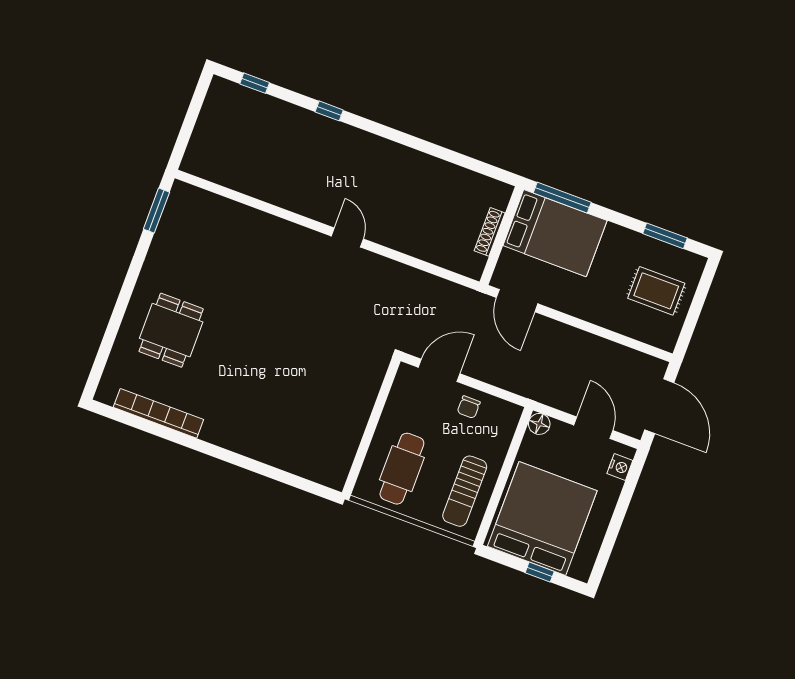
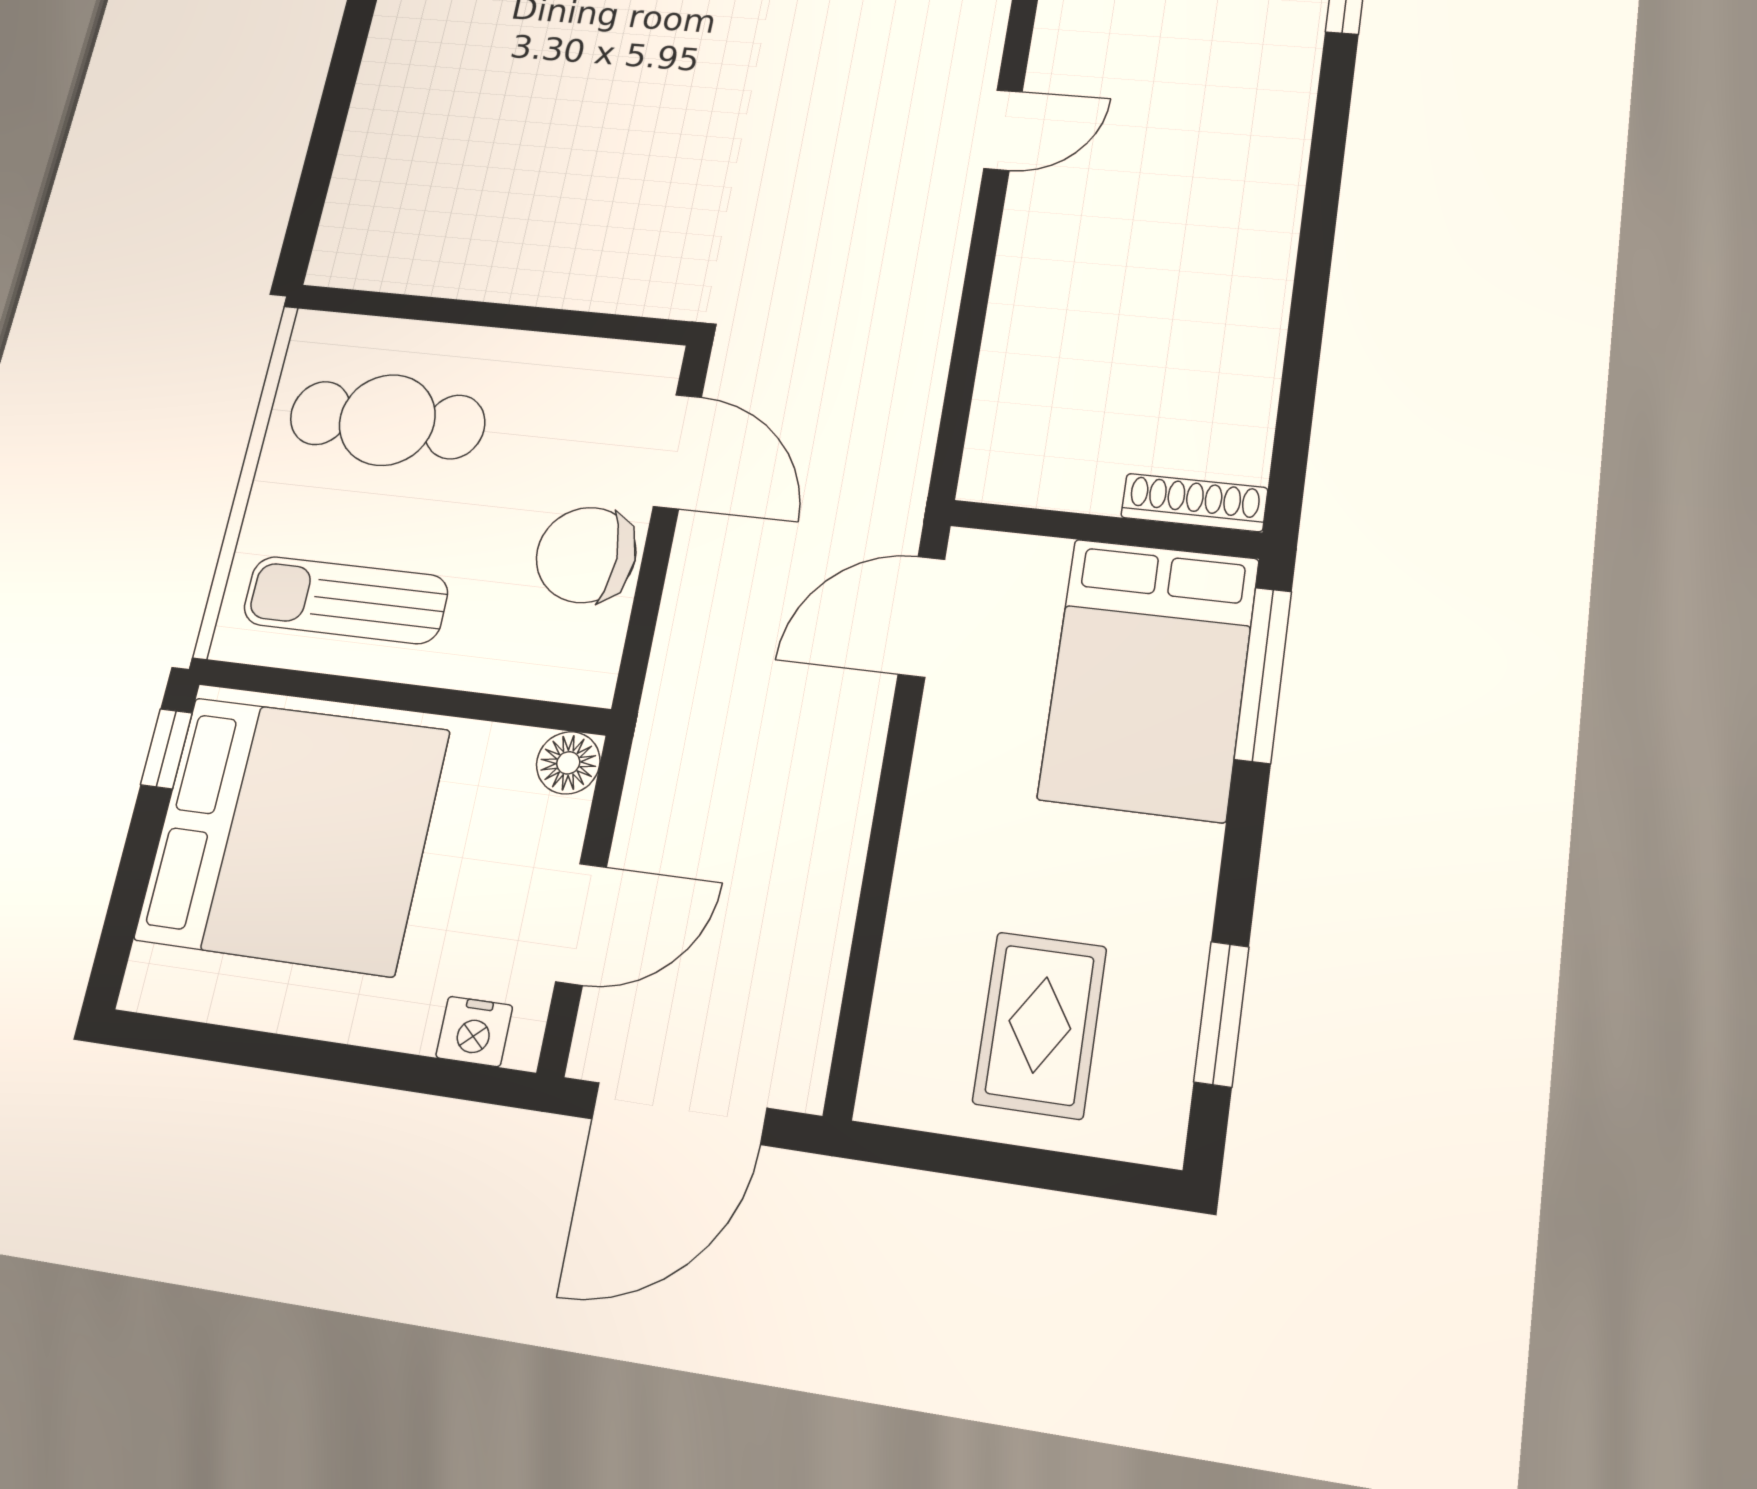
shoe rack: (490, 232) -> (1194, 503), moved
chair: (469, 407) -> (586, 555), width x1.87, depth x1.87
window: (540, 572) -> (166, 749), moved

